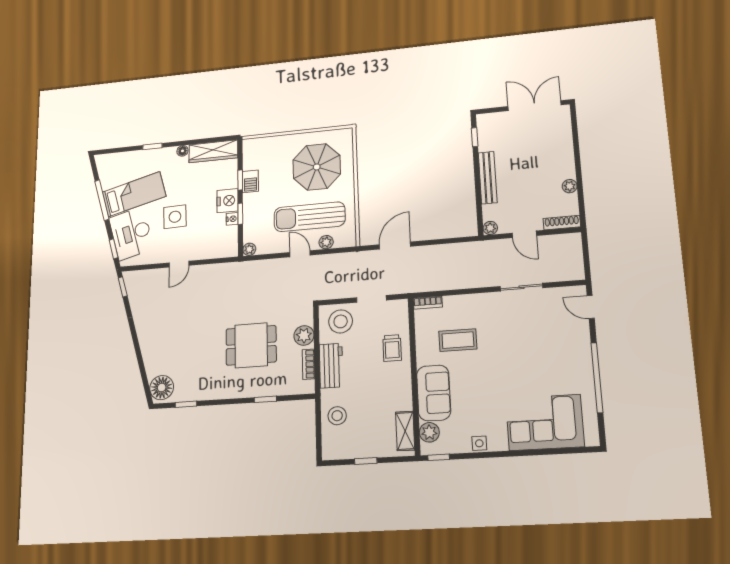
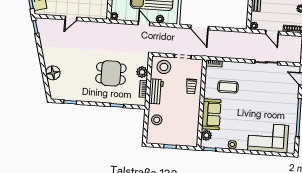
door: (395, 246) -> (199, 27), swing flipped
floor lamp: (162, 388) -> (53, 73), moved
shelving: (405, 431) -> (193, 133), removed

